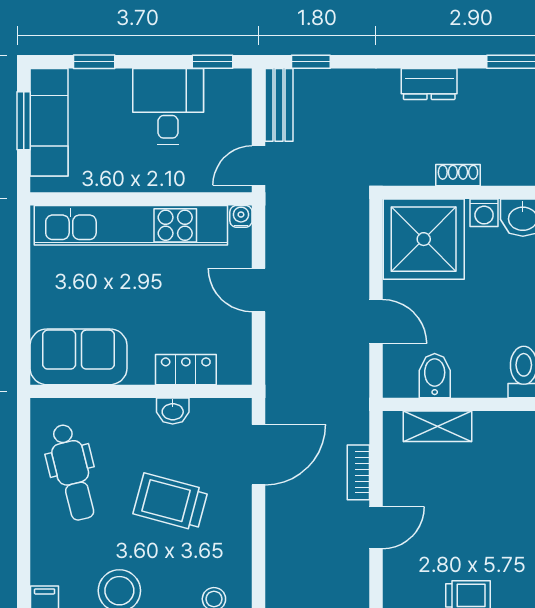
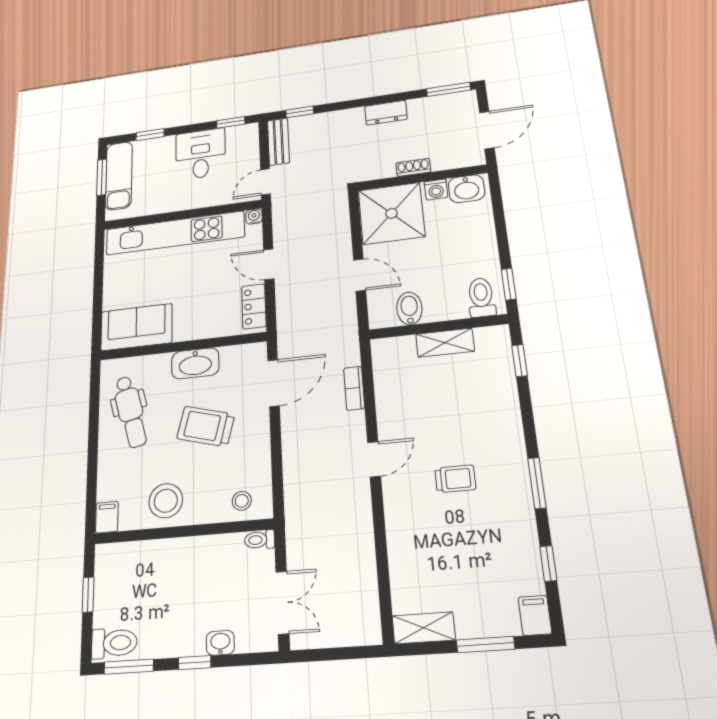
locker: (186, 370) -> (254, 306), moved, turned -90
washbasin: (173, 411) -> (195, 363), width x1.91, depth x1.45
shelving: (437, 426) -> (445, 343), moved
door: (376, 528) -> (374, 459), moved

